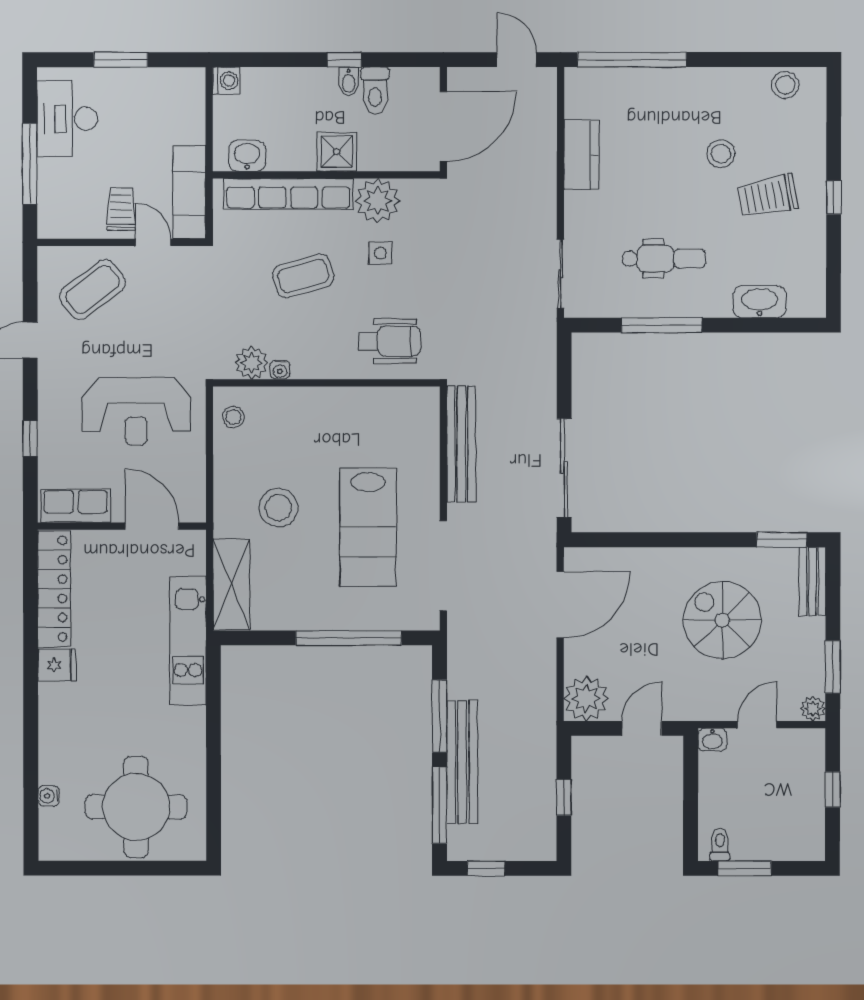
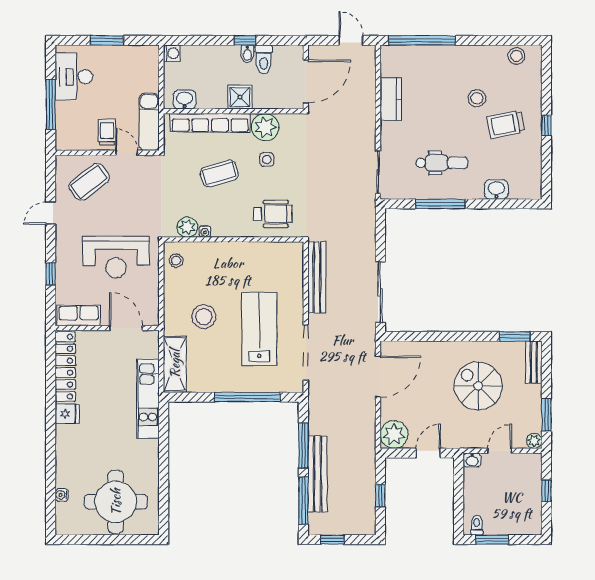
washbasin: (760, 302) -> (496, 189), width x0.72
lab bench: (368, 527) -> (259, 329), turned 180

